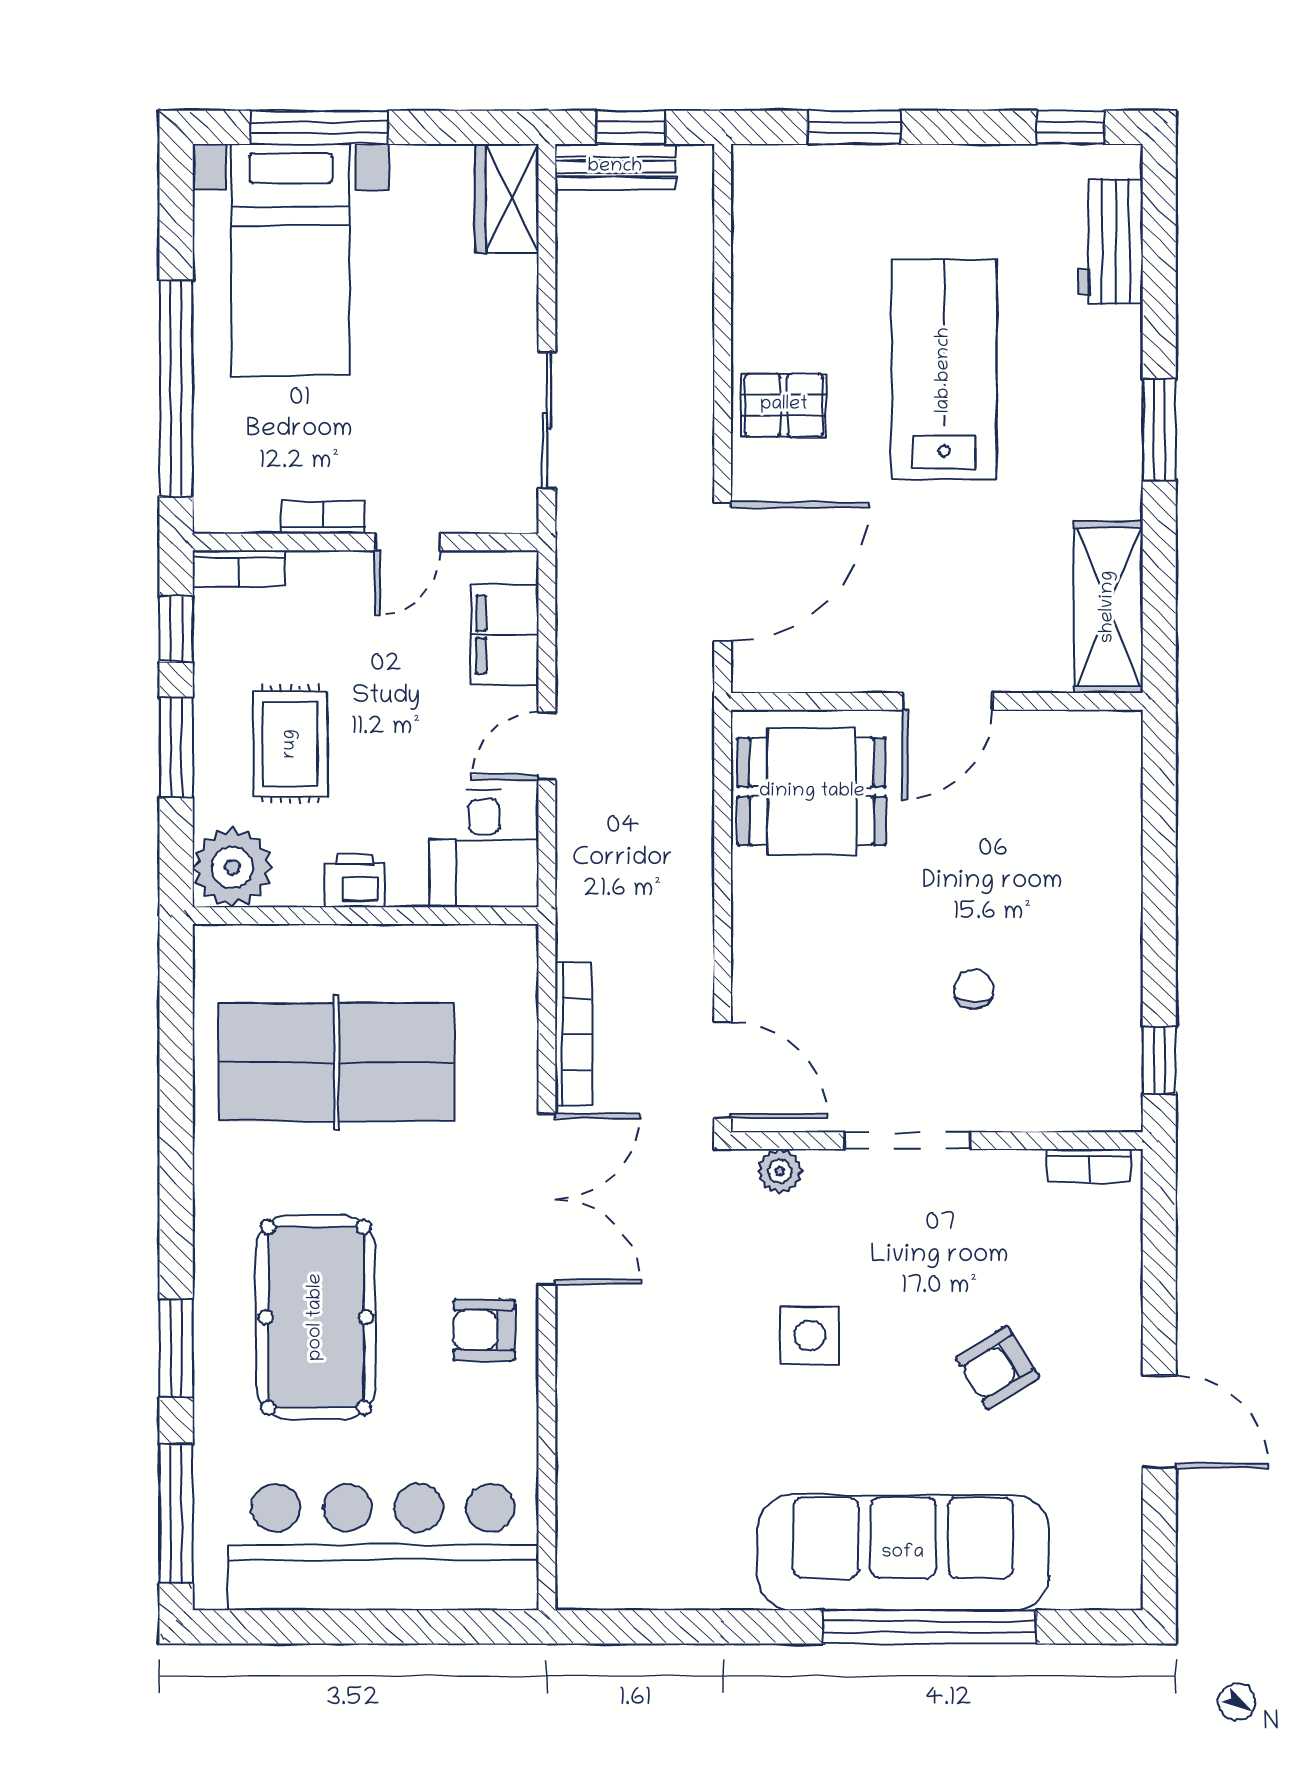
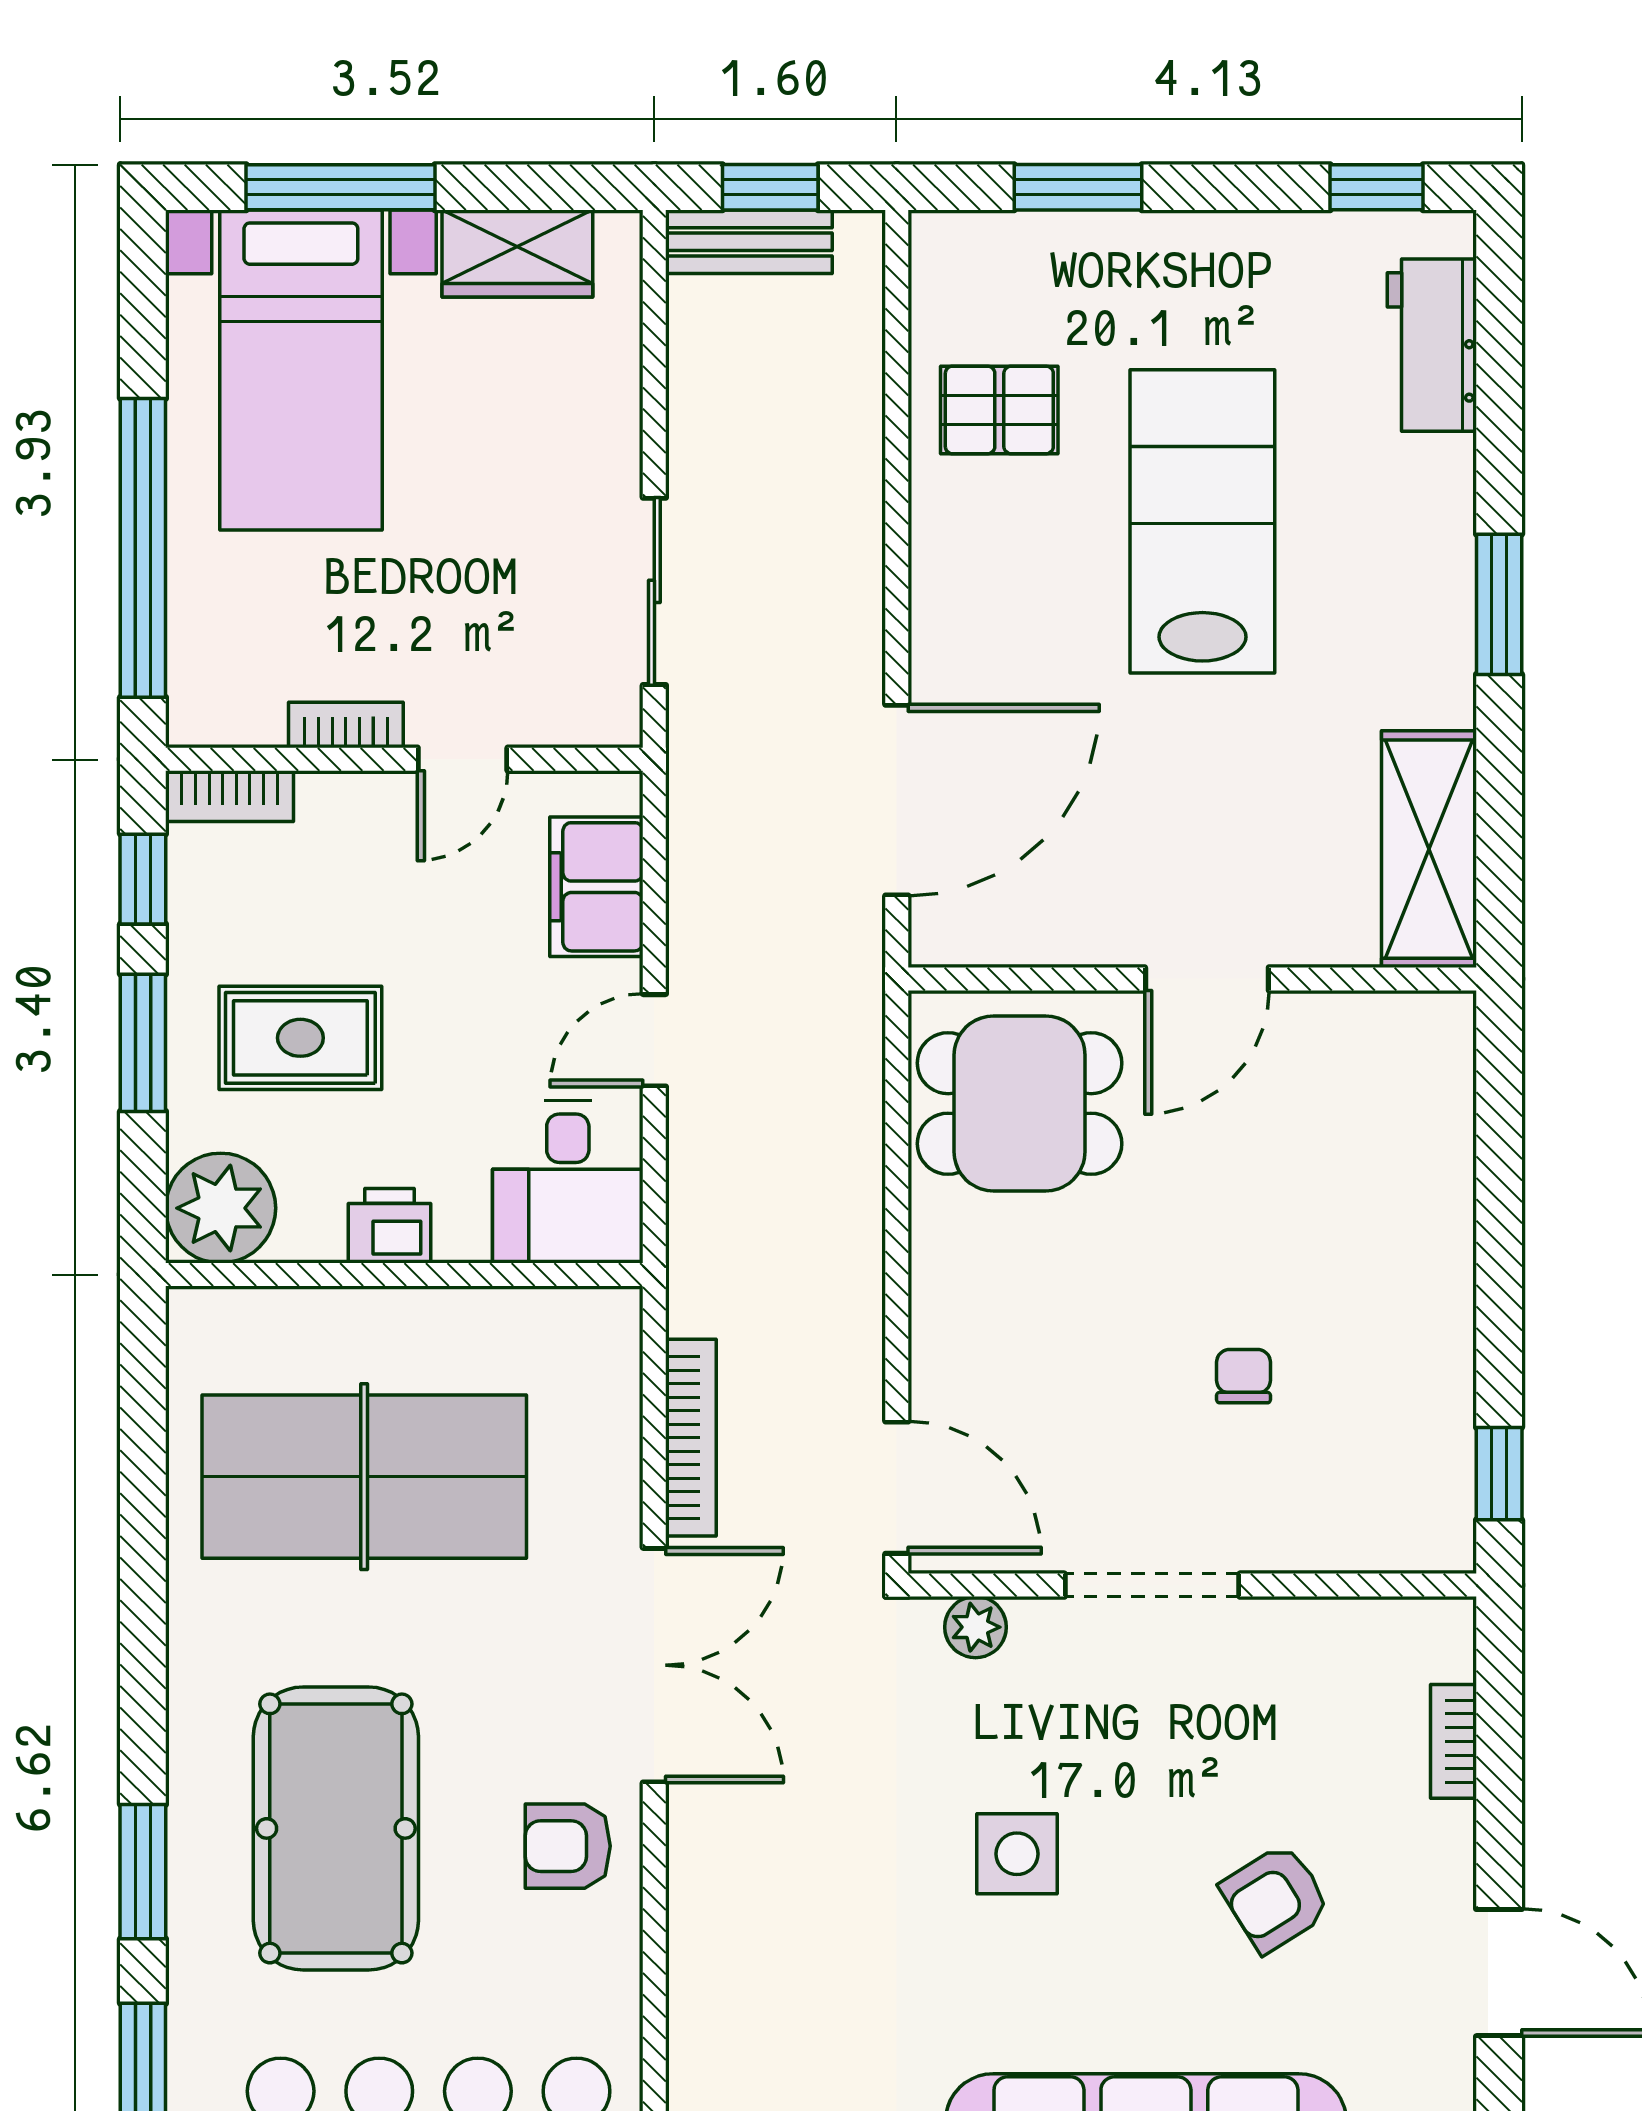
wardrobe: (507, 198) -> (517, 254), moved, turned -90
pallet: (784, 405) -> (999, 410), moved
rug: (290, 744) -> (300, 1038), turned 90
bookcase: (1089, 1166) -> (1454, 1741), moved, turned 90

